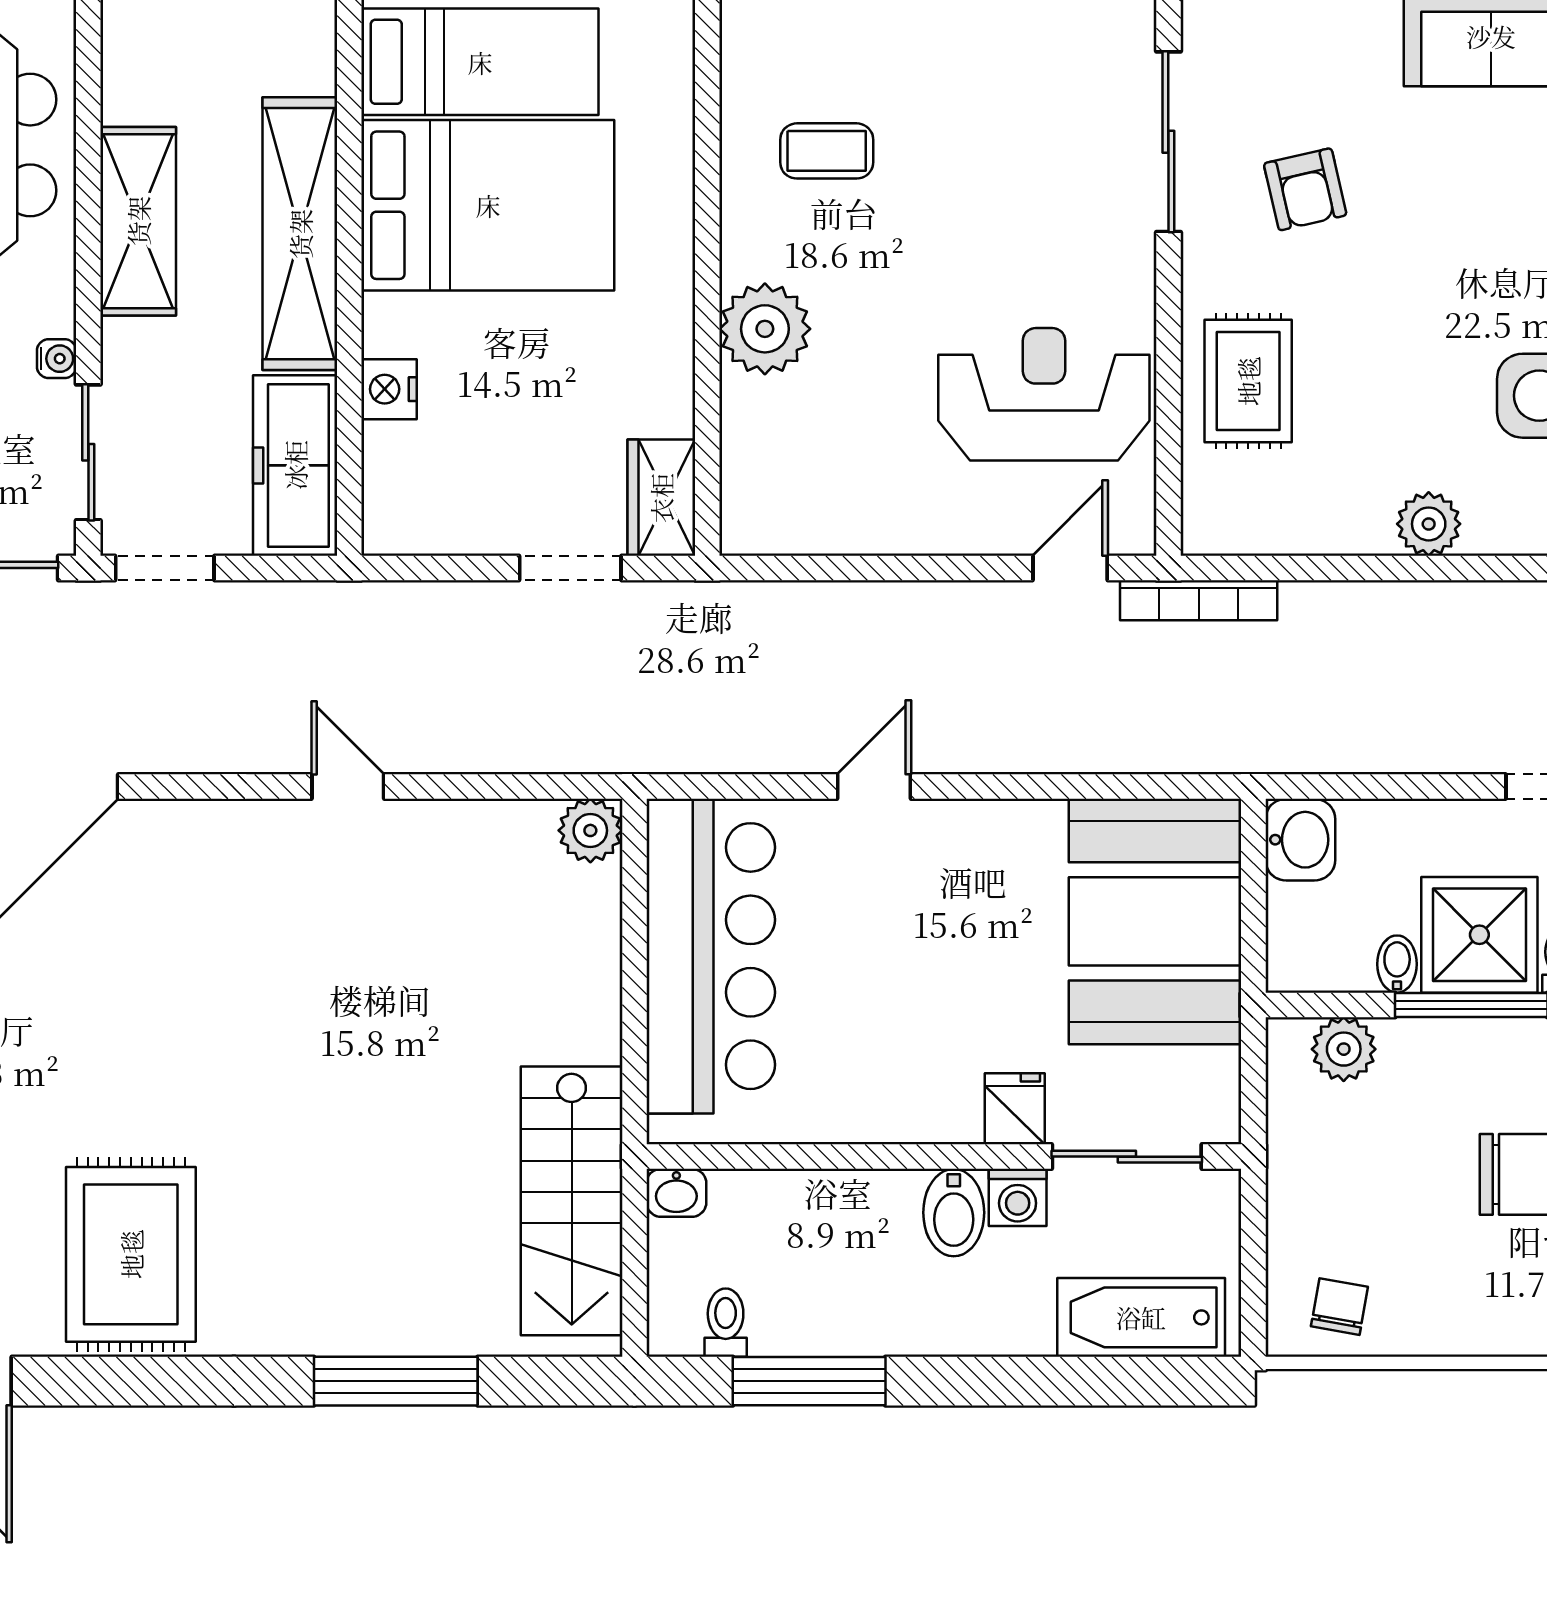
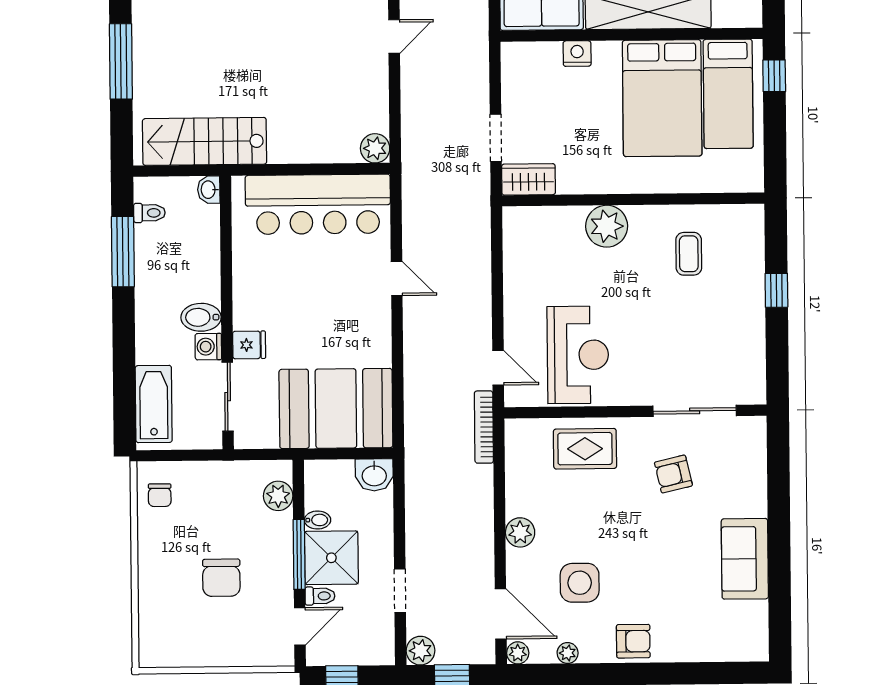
chair: (1339, 1307) -> (160, 495), turned 80

